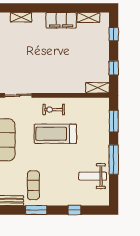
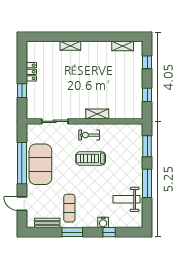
shelving: (21, 17) -> (70, 46), moved
filing cabinet: (61, 20) -> (96, 49), removed
shelving: (97, 88) -> (97, 114), moved
treadmill: (55, 134) -> (91, 158), width x0.73, depth x0.73
water cooler: (68, 200) -> (103, 222), added

